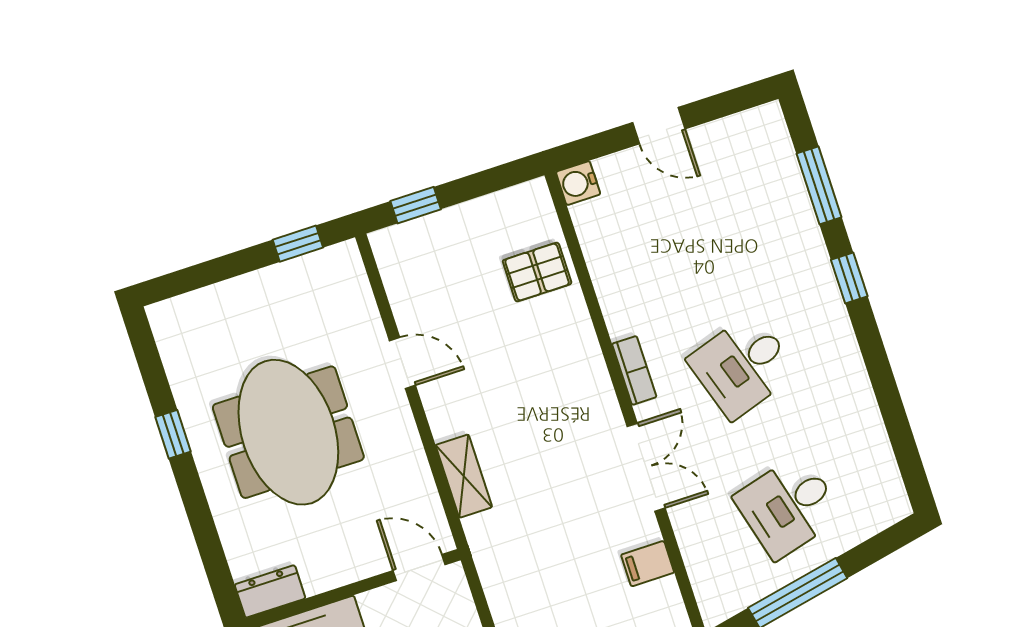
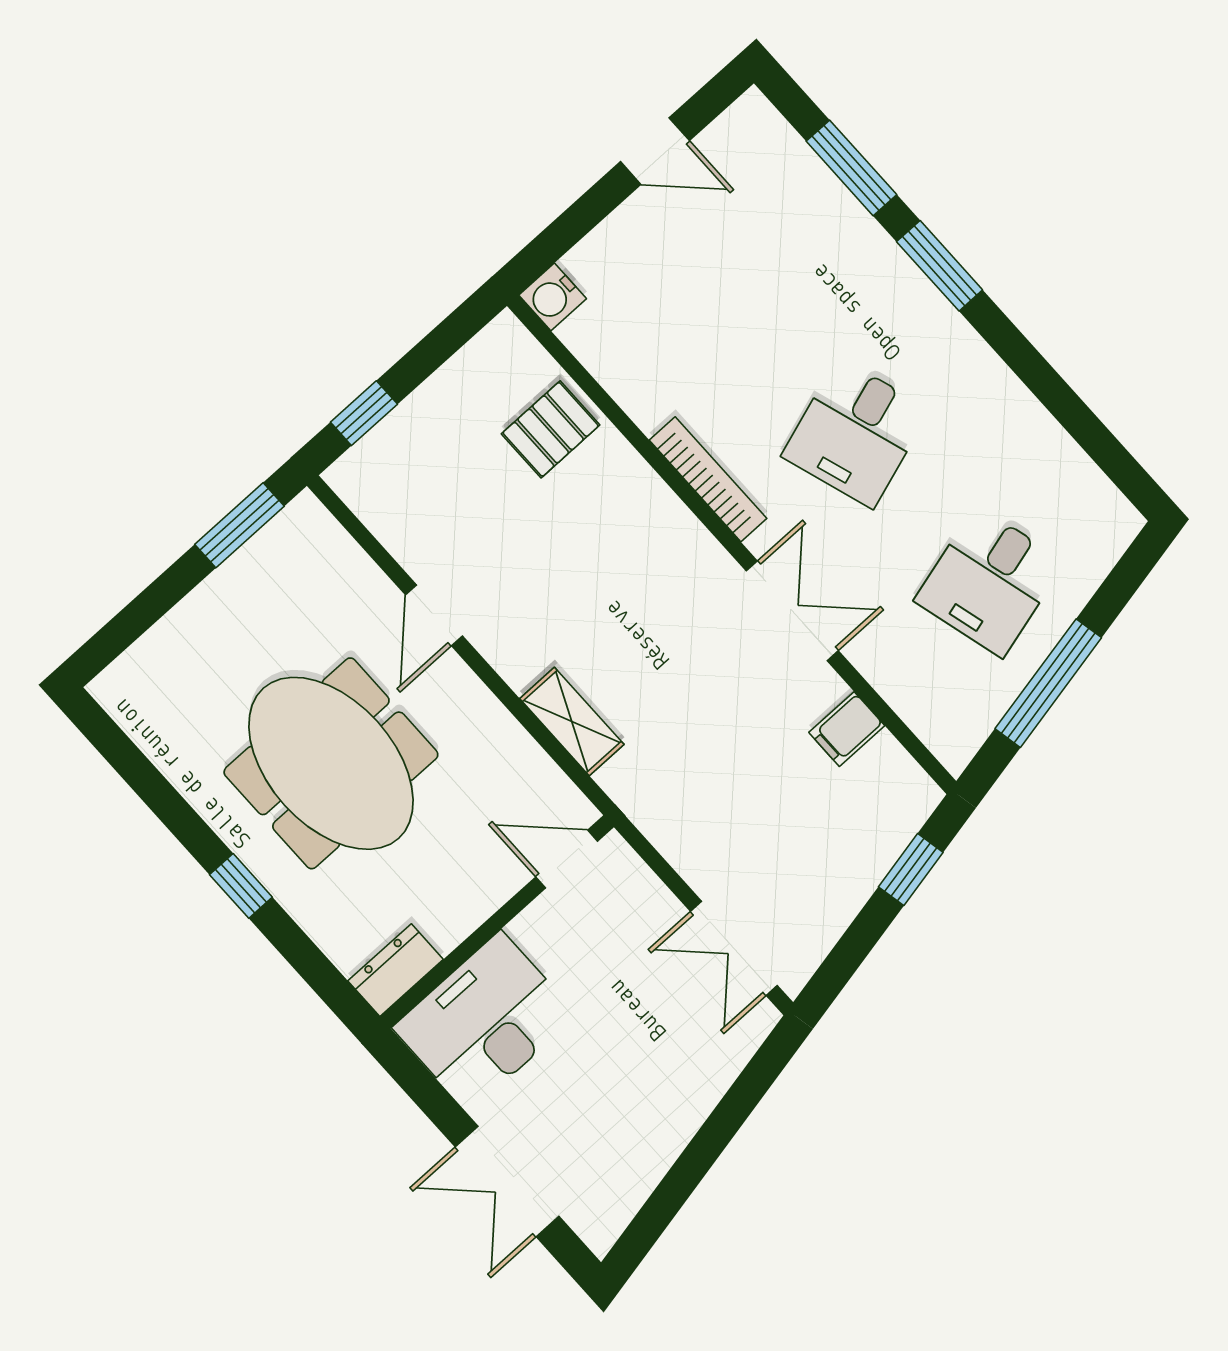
door: (659, 126) -> (655, 151), moved
window: (298, 244) -> (240, 525), width x1.50
window: (849, 278) -> (940, 266), width x1.50
door: (402, 363) -> (434, 615), swing flipped
bookcase: (634, 370) -> (708, 479), width x1.56
window: (173, 434) -> (241, 886), moved

